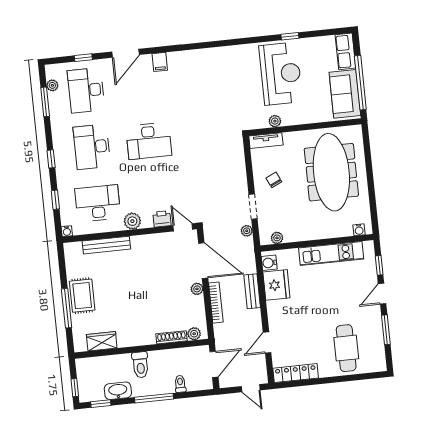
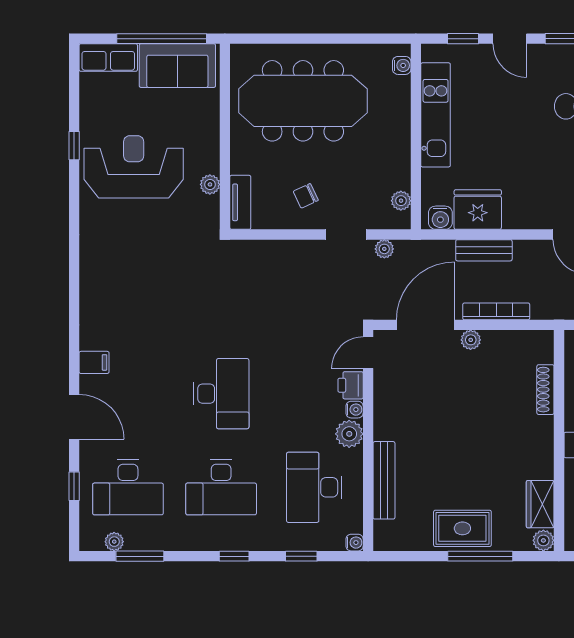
water cooler: (147, 223) -> (355, 410), added
plant: (194, 334) -> (543, 540), moved

